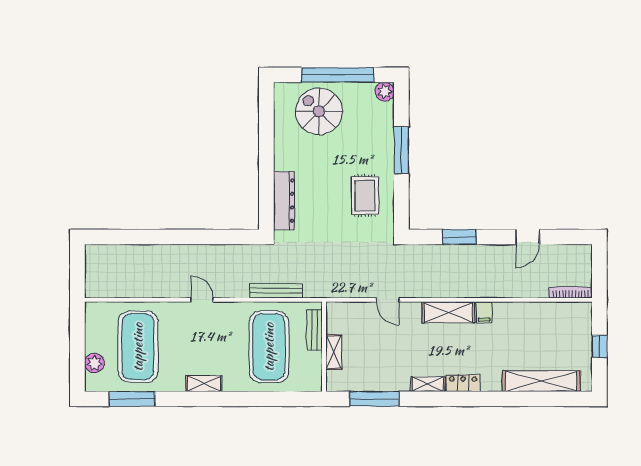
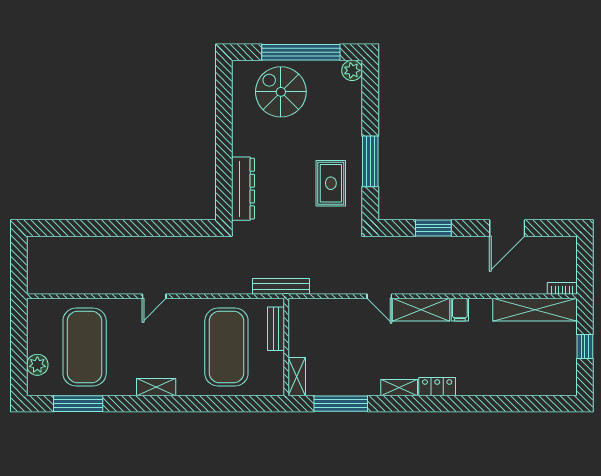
window: (401, 150) -> (370, 161), moved
door: (528, 237) -> (507, 228), width x1.38
bench: (276, 291) -> (281, 286), moved
bookcase: (571, 293) -> (562, 288), width x0.64
door: (202, 300) -> (154, 296), swing flipped
door: (388, 300) -> (379, 296), moved
shelving: (334, 352) -> (297, 377), moved
shelving: (541, 381) -> (535, 310), moved

